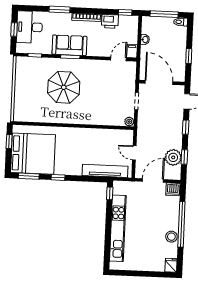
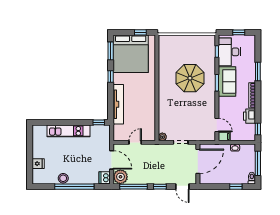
desk: (29, 27) -> (229, 52), moved, turned -90
window: (189, 56) -> (236, 187), moved
plant: (173, 157) -> (120, 177), moved
window: (184, 157) -> (133, 187), width x2.17
tv unit: (105, 171) -> (118, 104), moved
kitchen unit: (118, 228) -> (68, 131), width x0.73
fridge: (171, 265) -> (38, 164), moved

